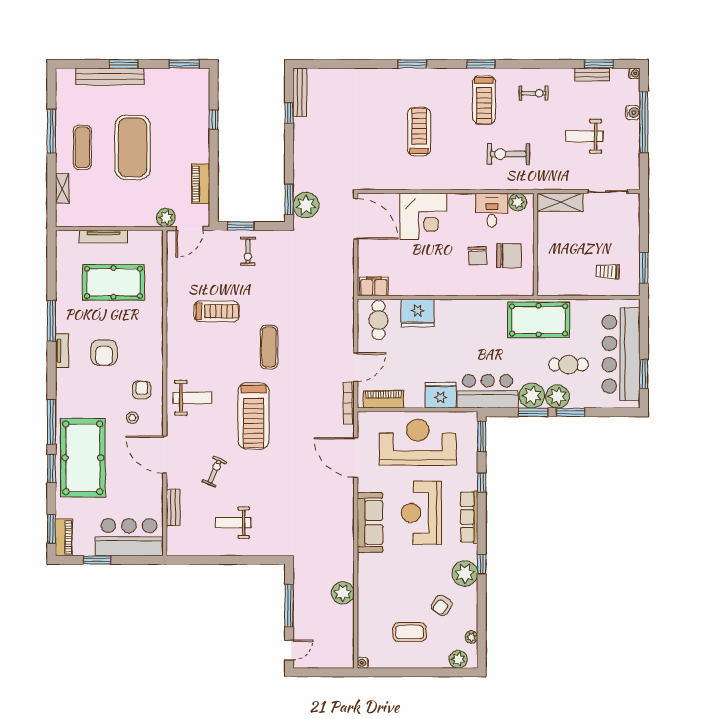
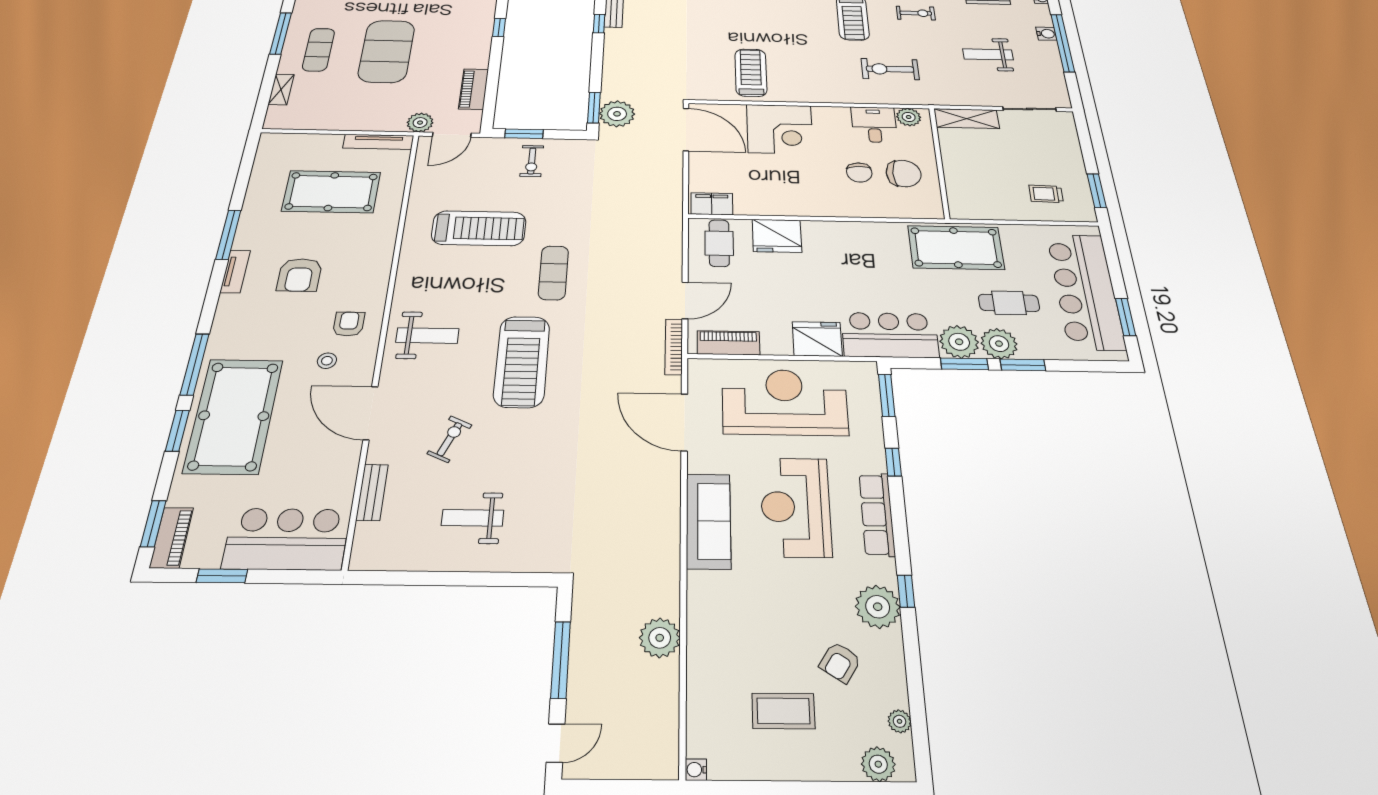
treadmill: (419, 132) -> (751, 73), moved
tv unit: (103, 237) -> (378, 142), moved
treadmill: (217, 311) -> (479, 228), width x1.37, depth x1.38

